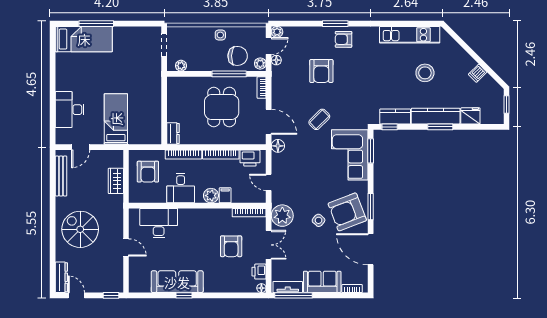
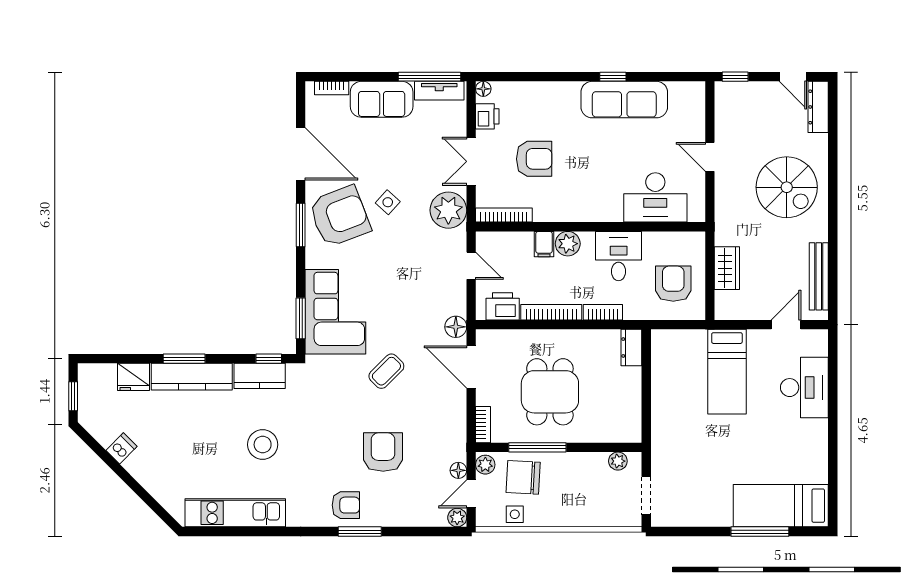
side table: (220, 35) -> (515, 514), moved
stool: (425, 73) -> (263, 445), moved
bookcase: (183, 155) -> (603, 312), width x0.64
armchair: (231, 246) -> (534, 159), turned 90

